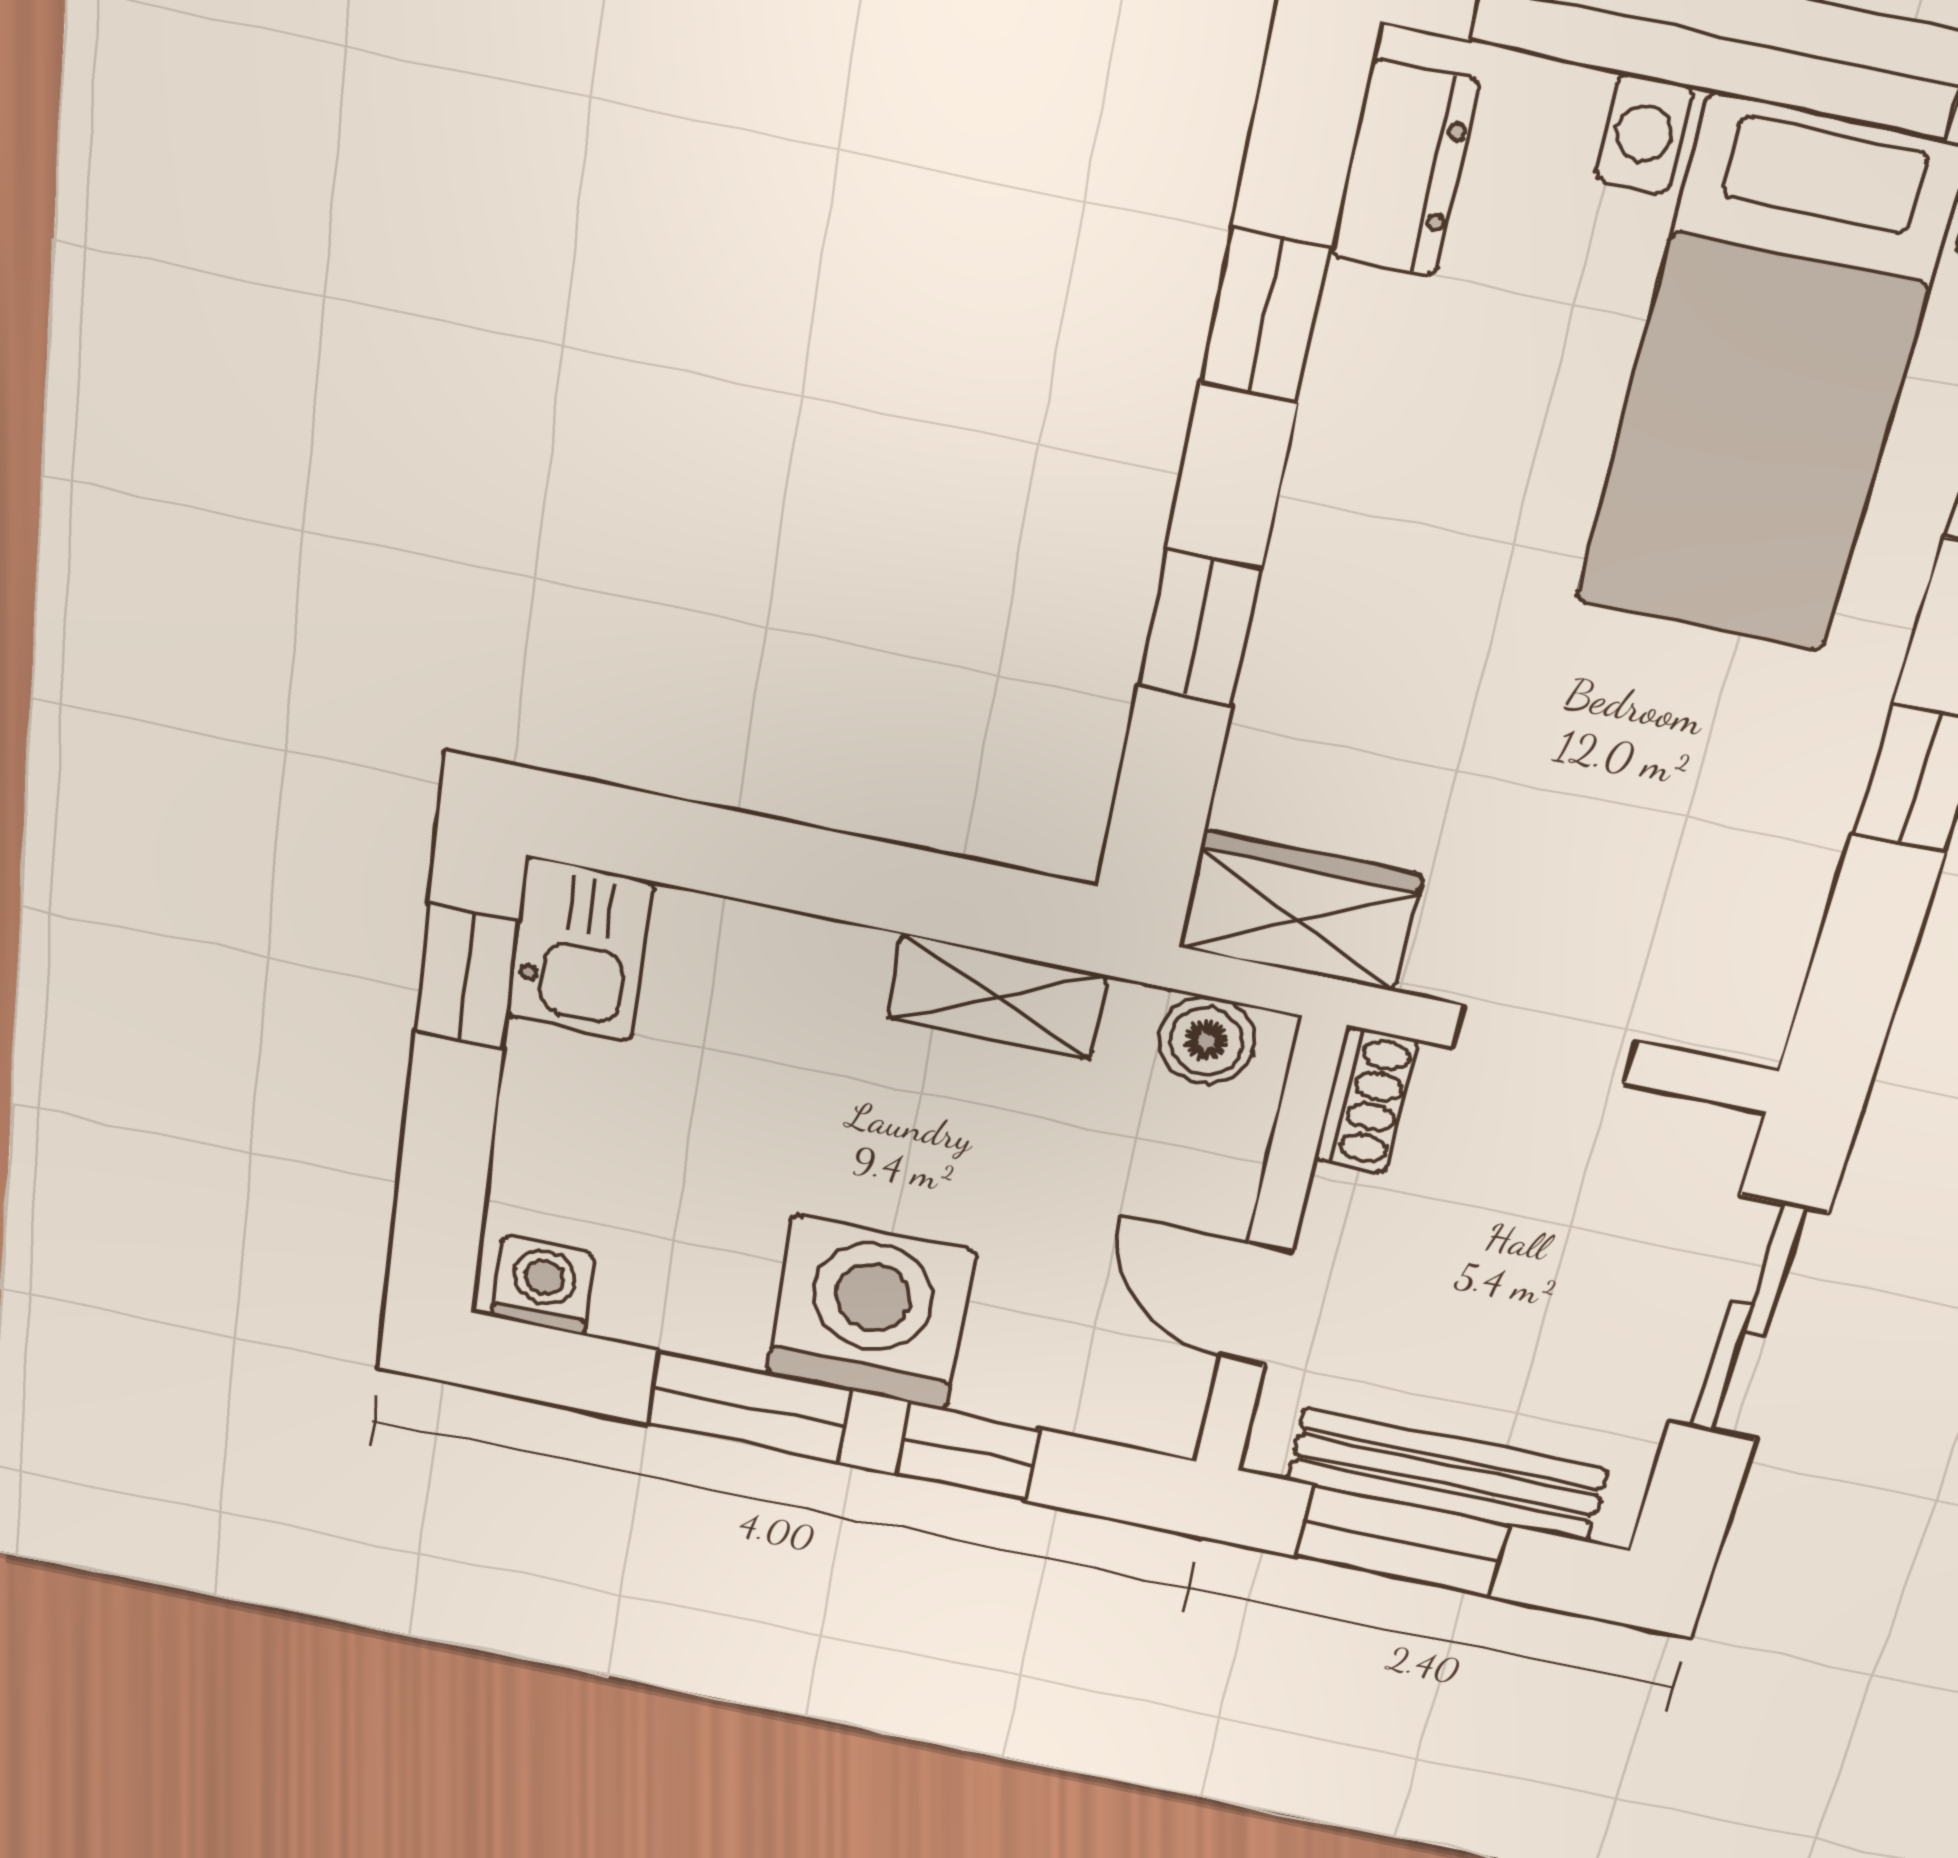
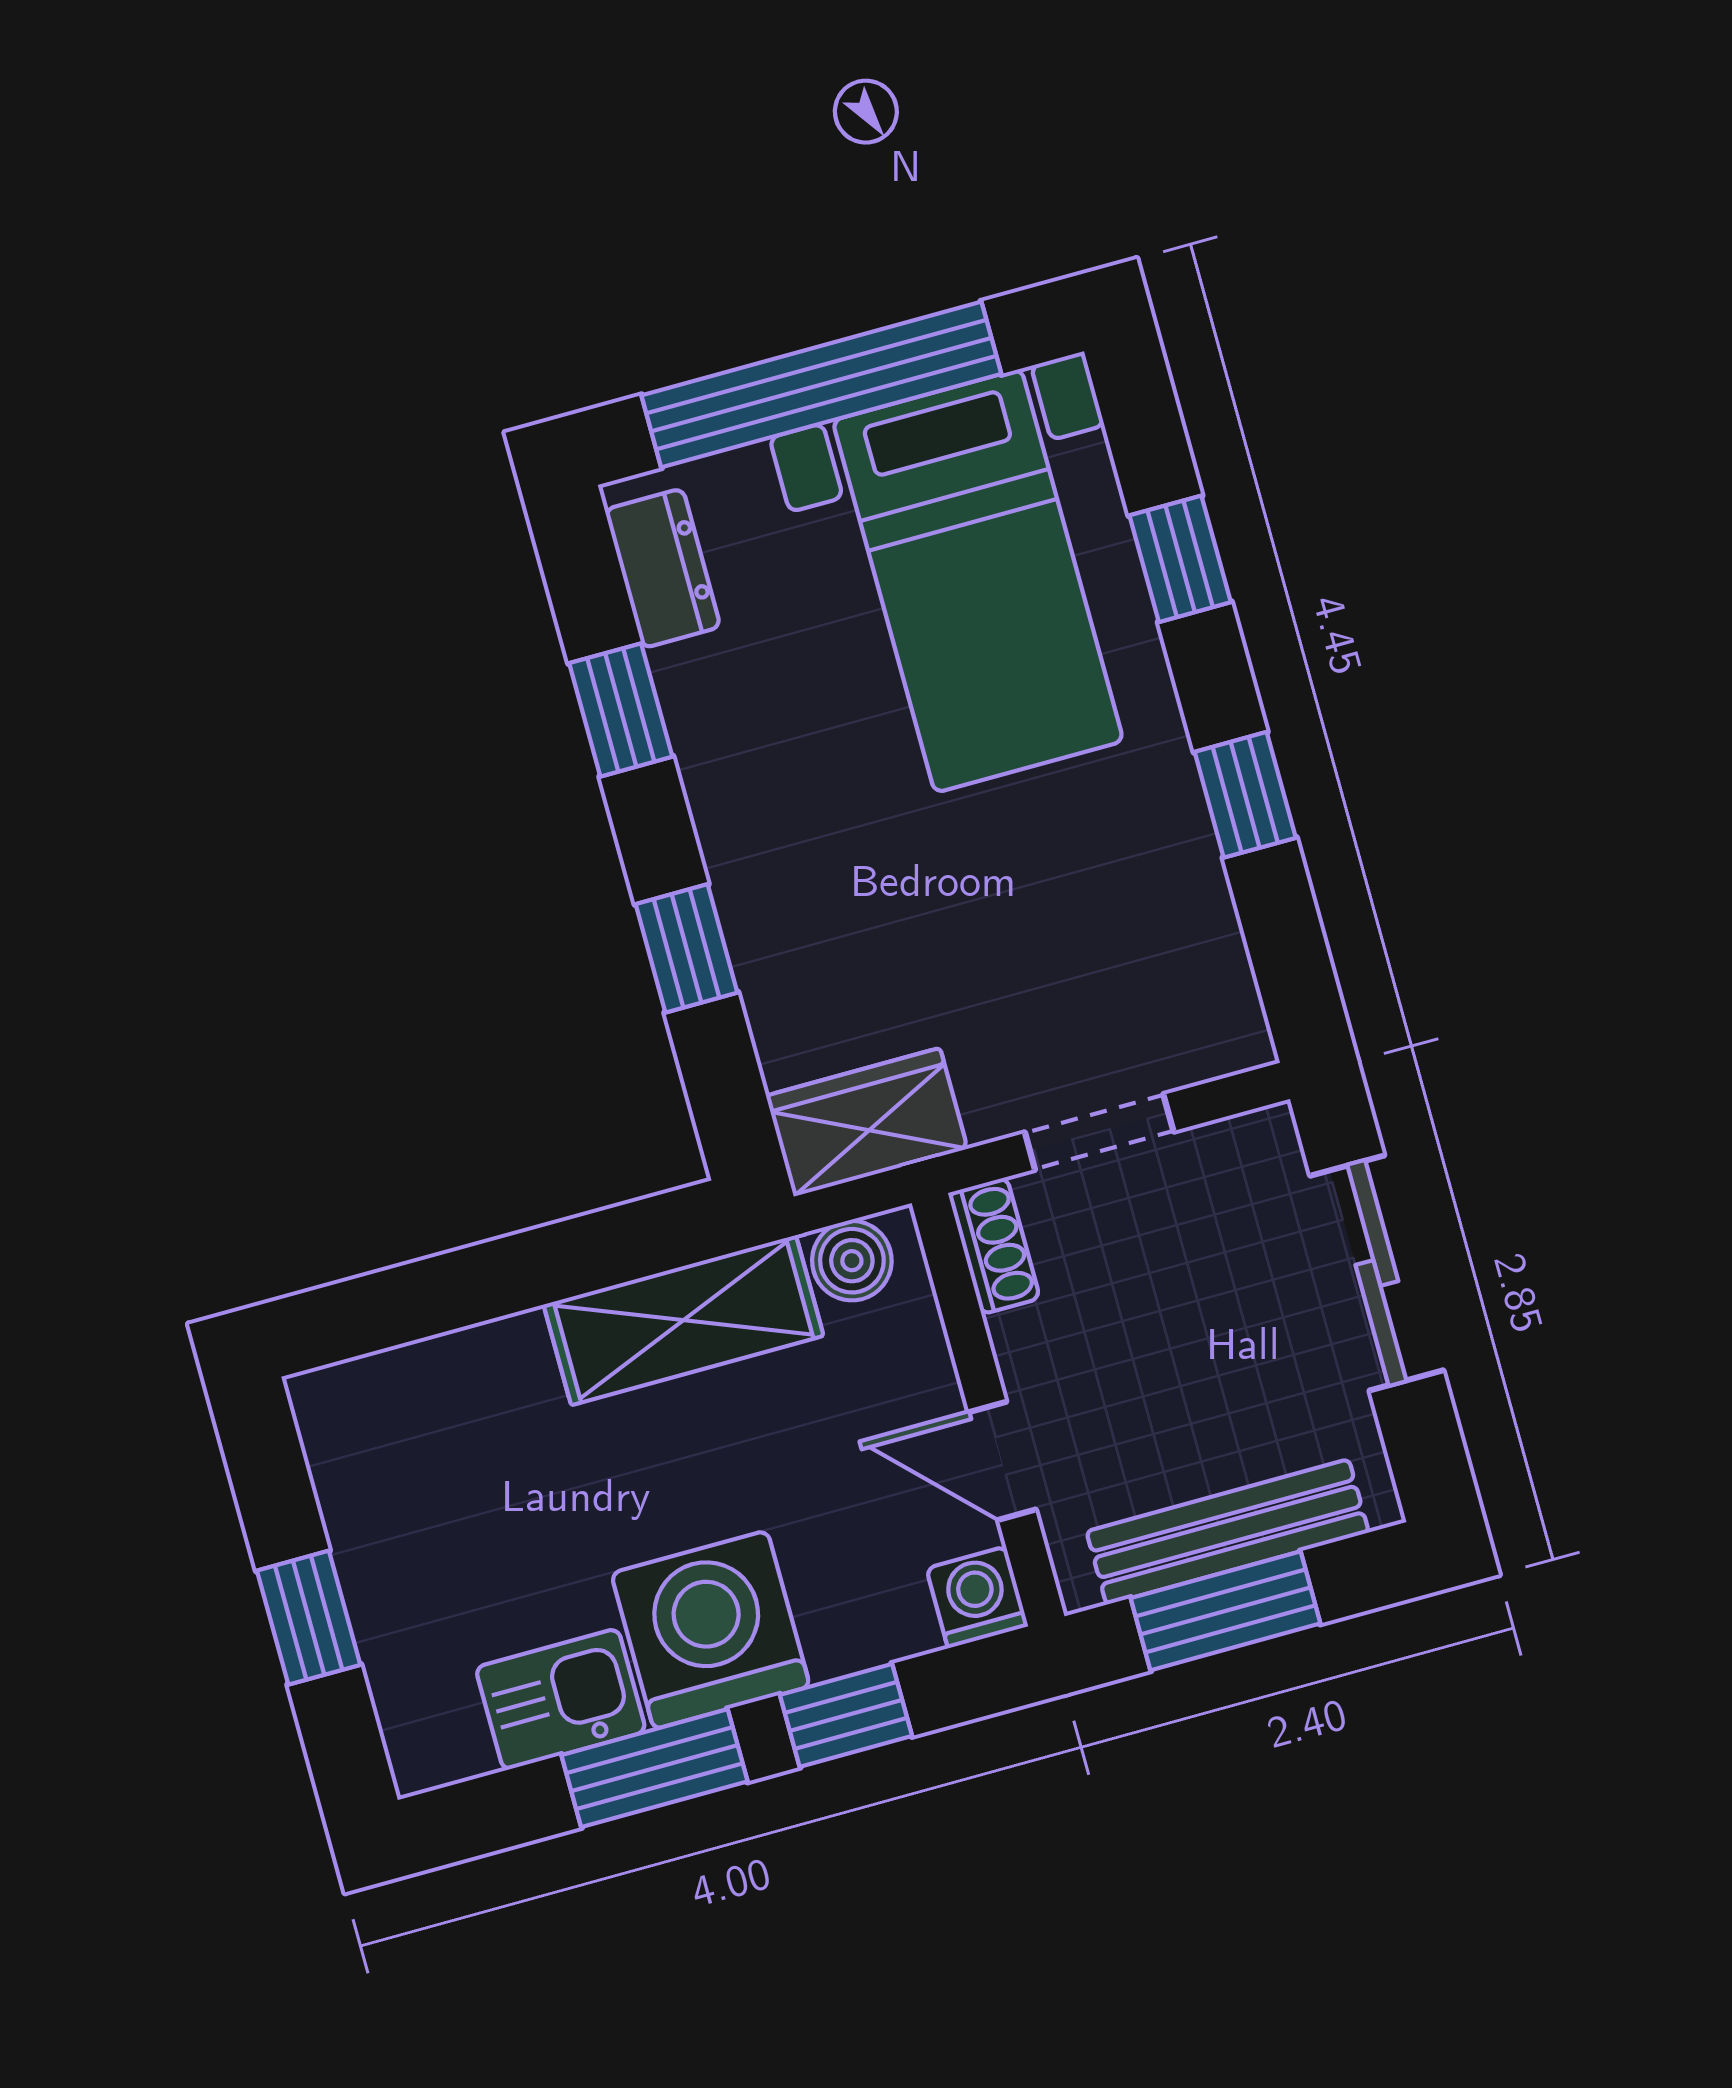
kitchen sink: (579, 949) -> (561, 1699), moved, turned -90
window: (466, 976) -> (309, 1618), moved
shelving: (997, 997) -> (683, 1320), width x1.50, depth x1.33
washing machine: (543, 1285) -> (977, 1597), moved

